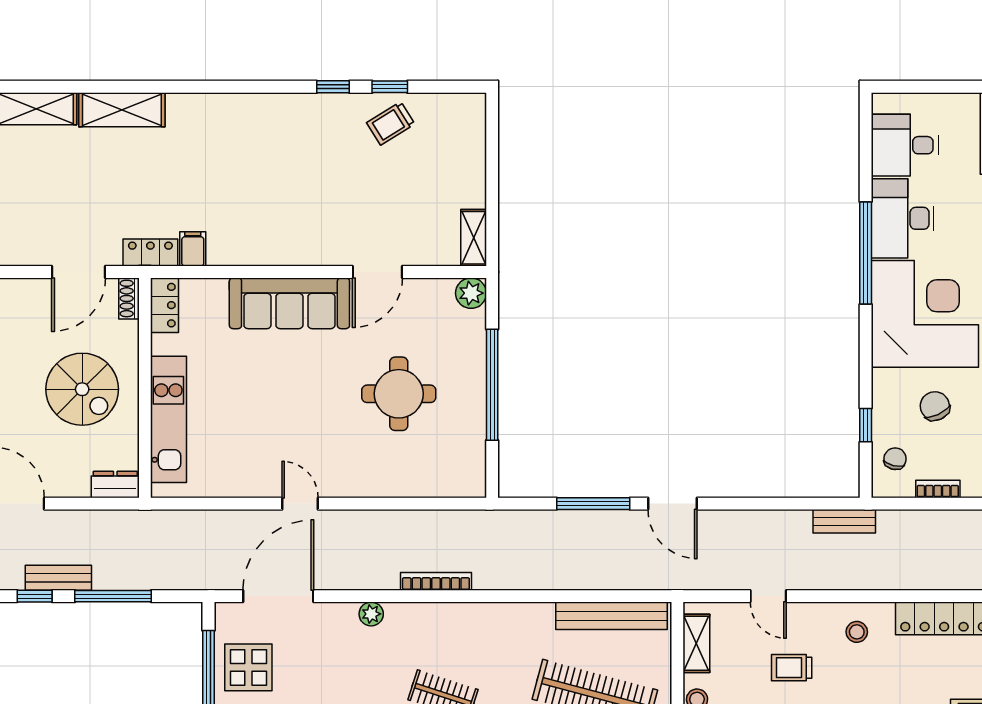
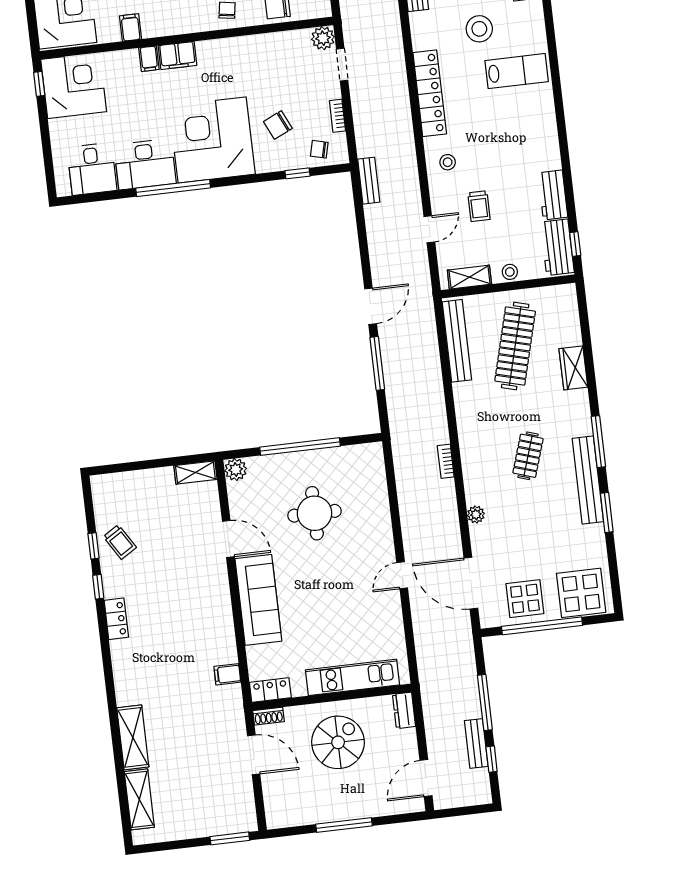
locker: (150, 252) -> (116, 619), moved, turned 180
bookcase: (436, 581) -> (446, 461), width x0.64

